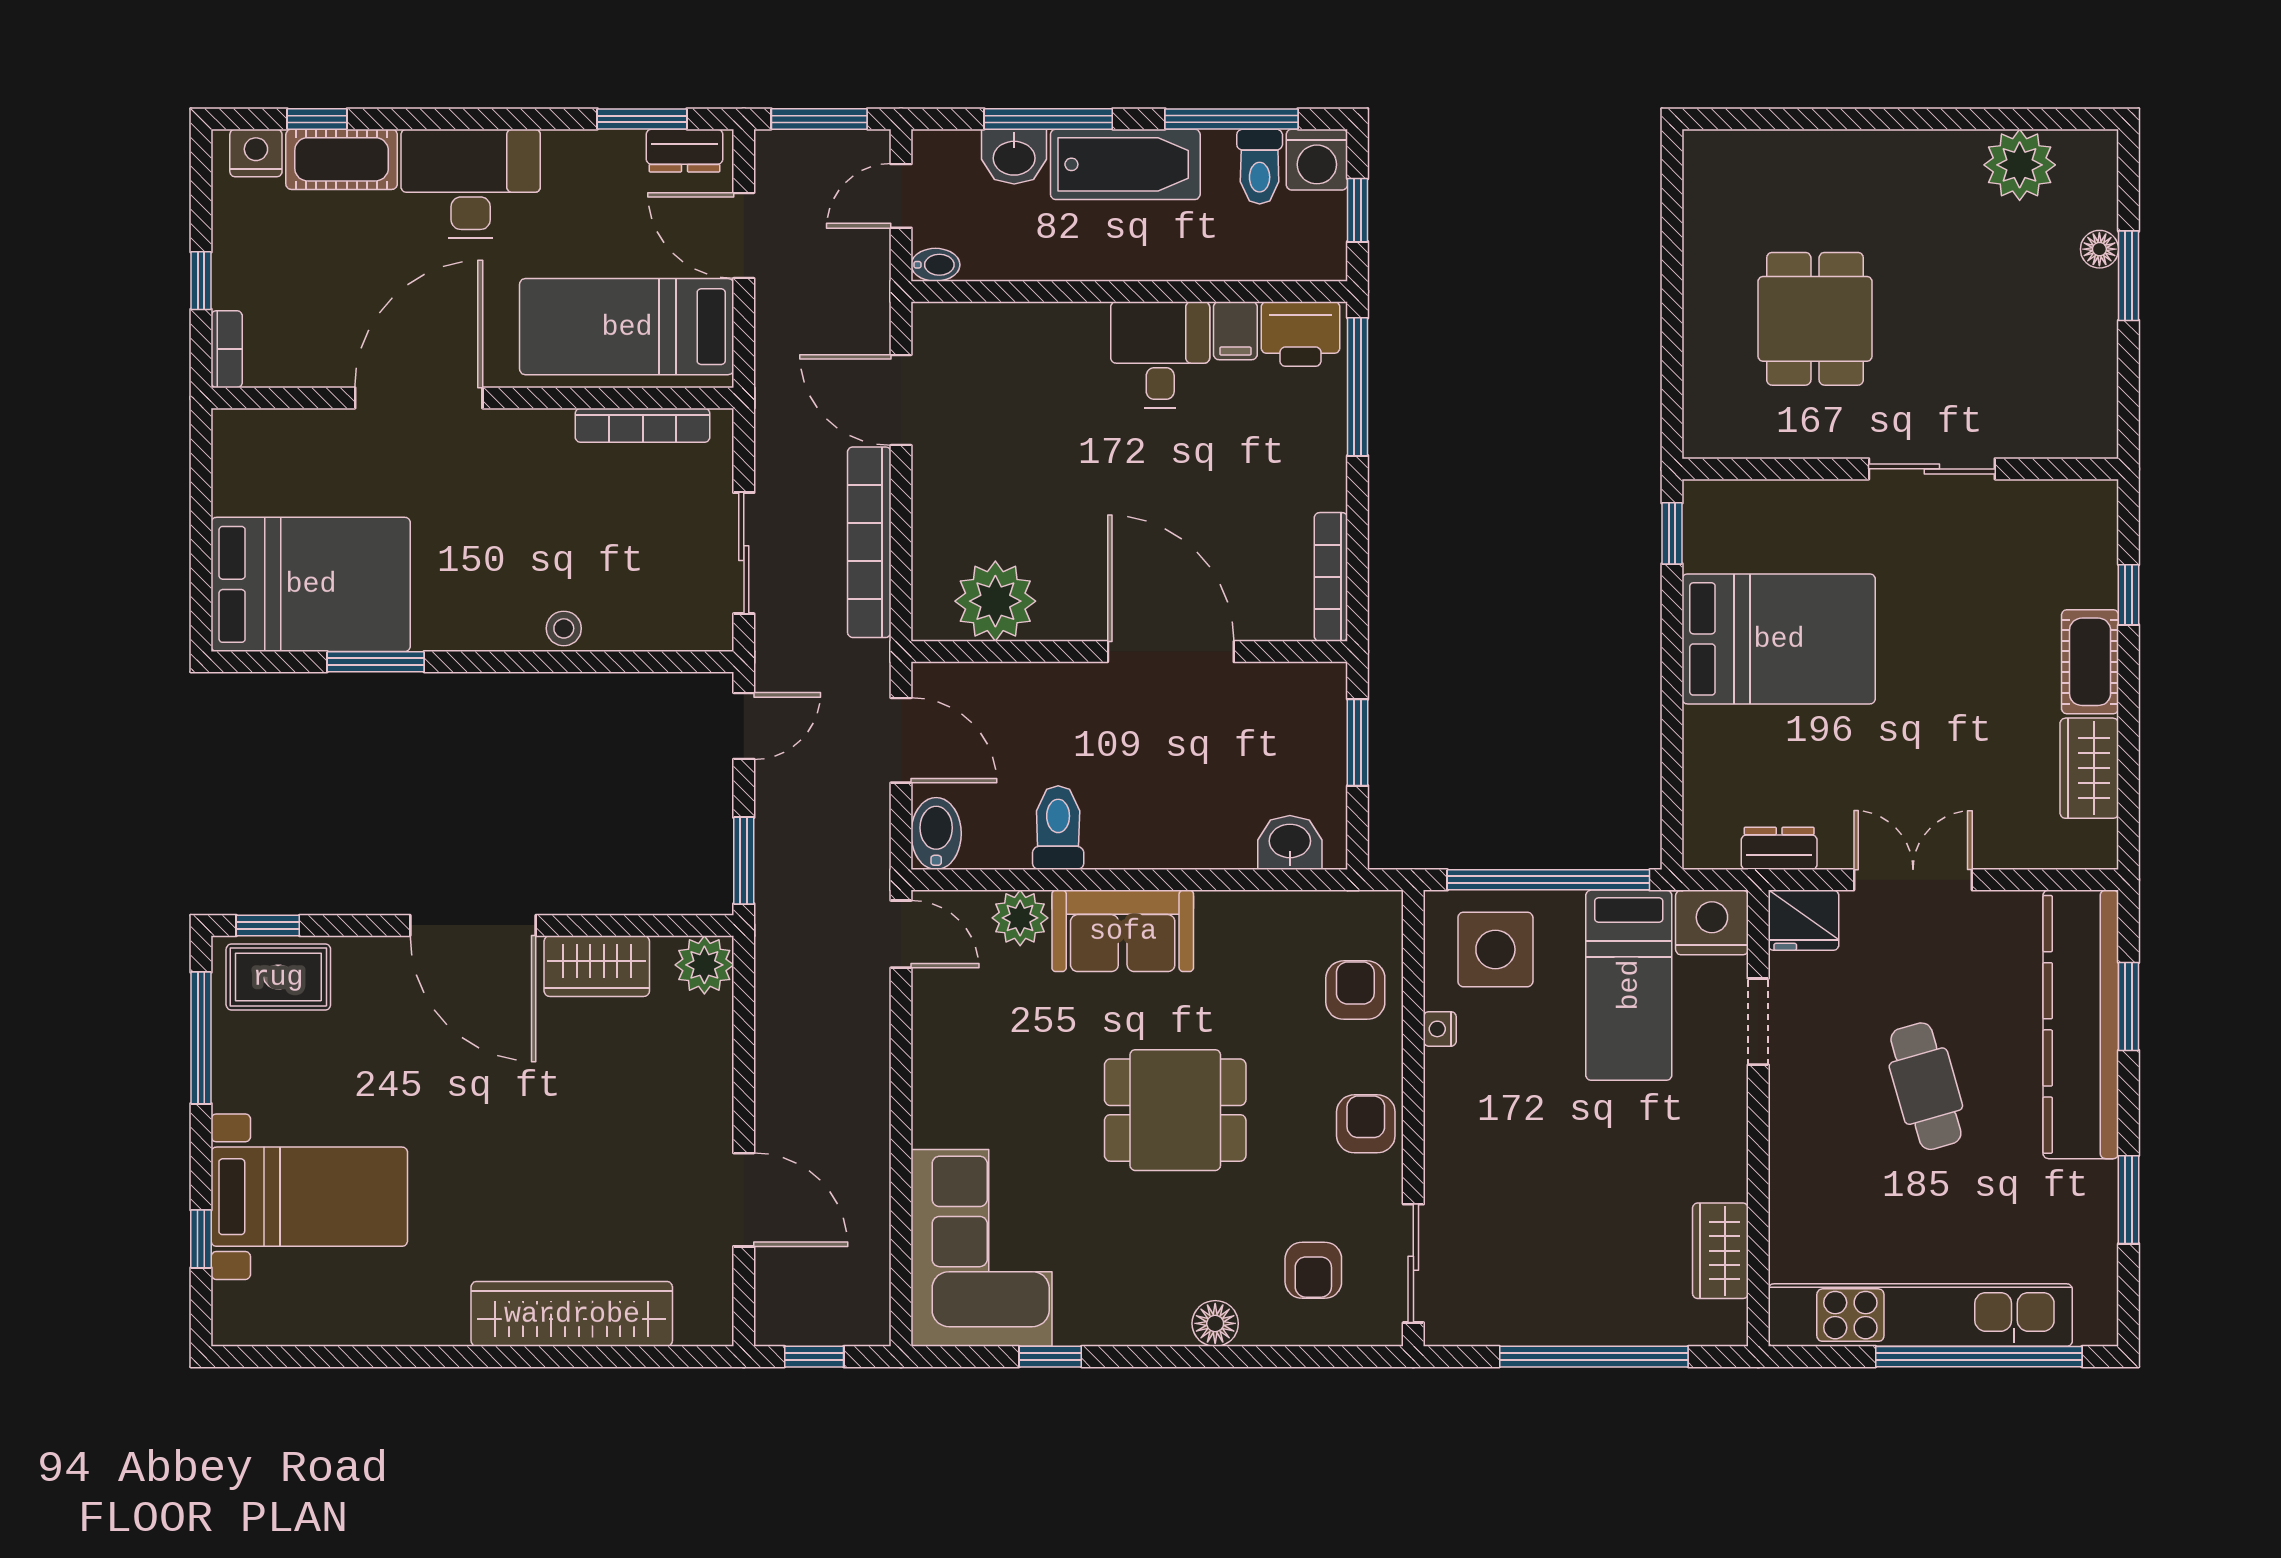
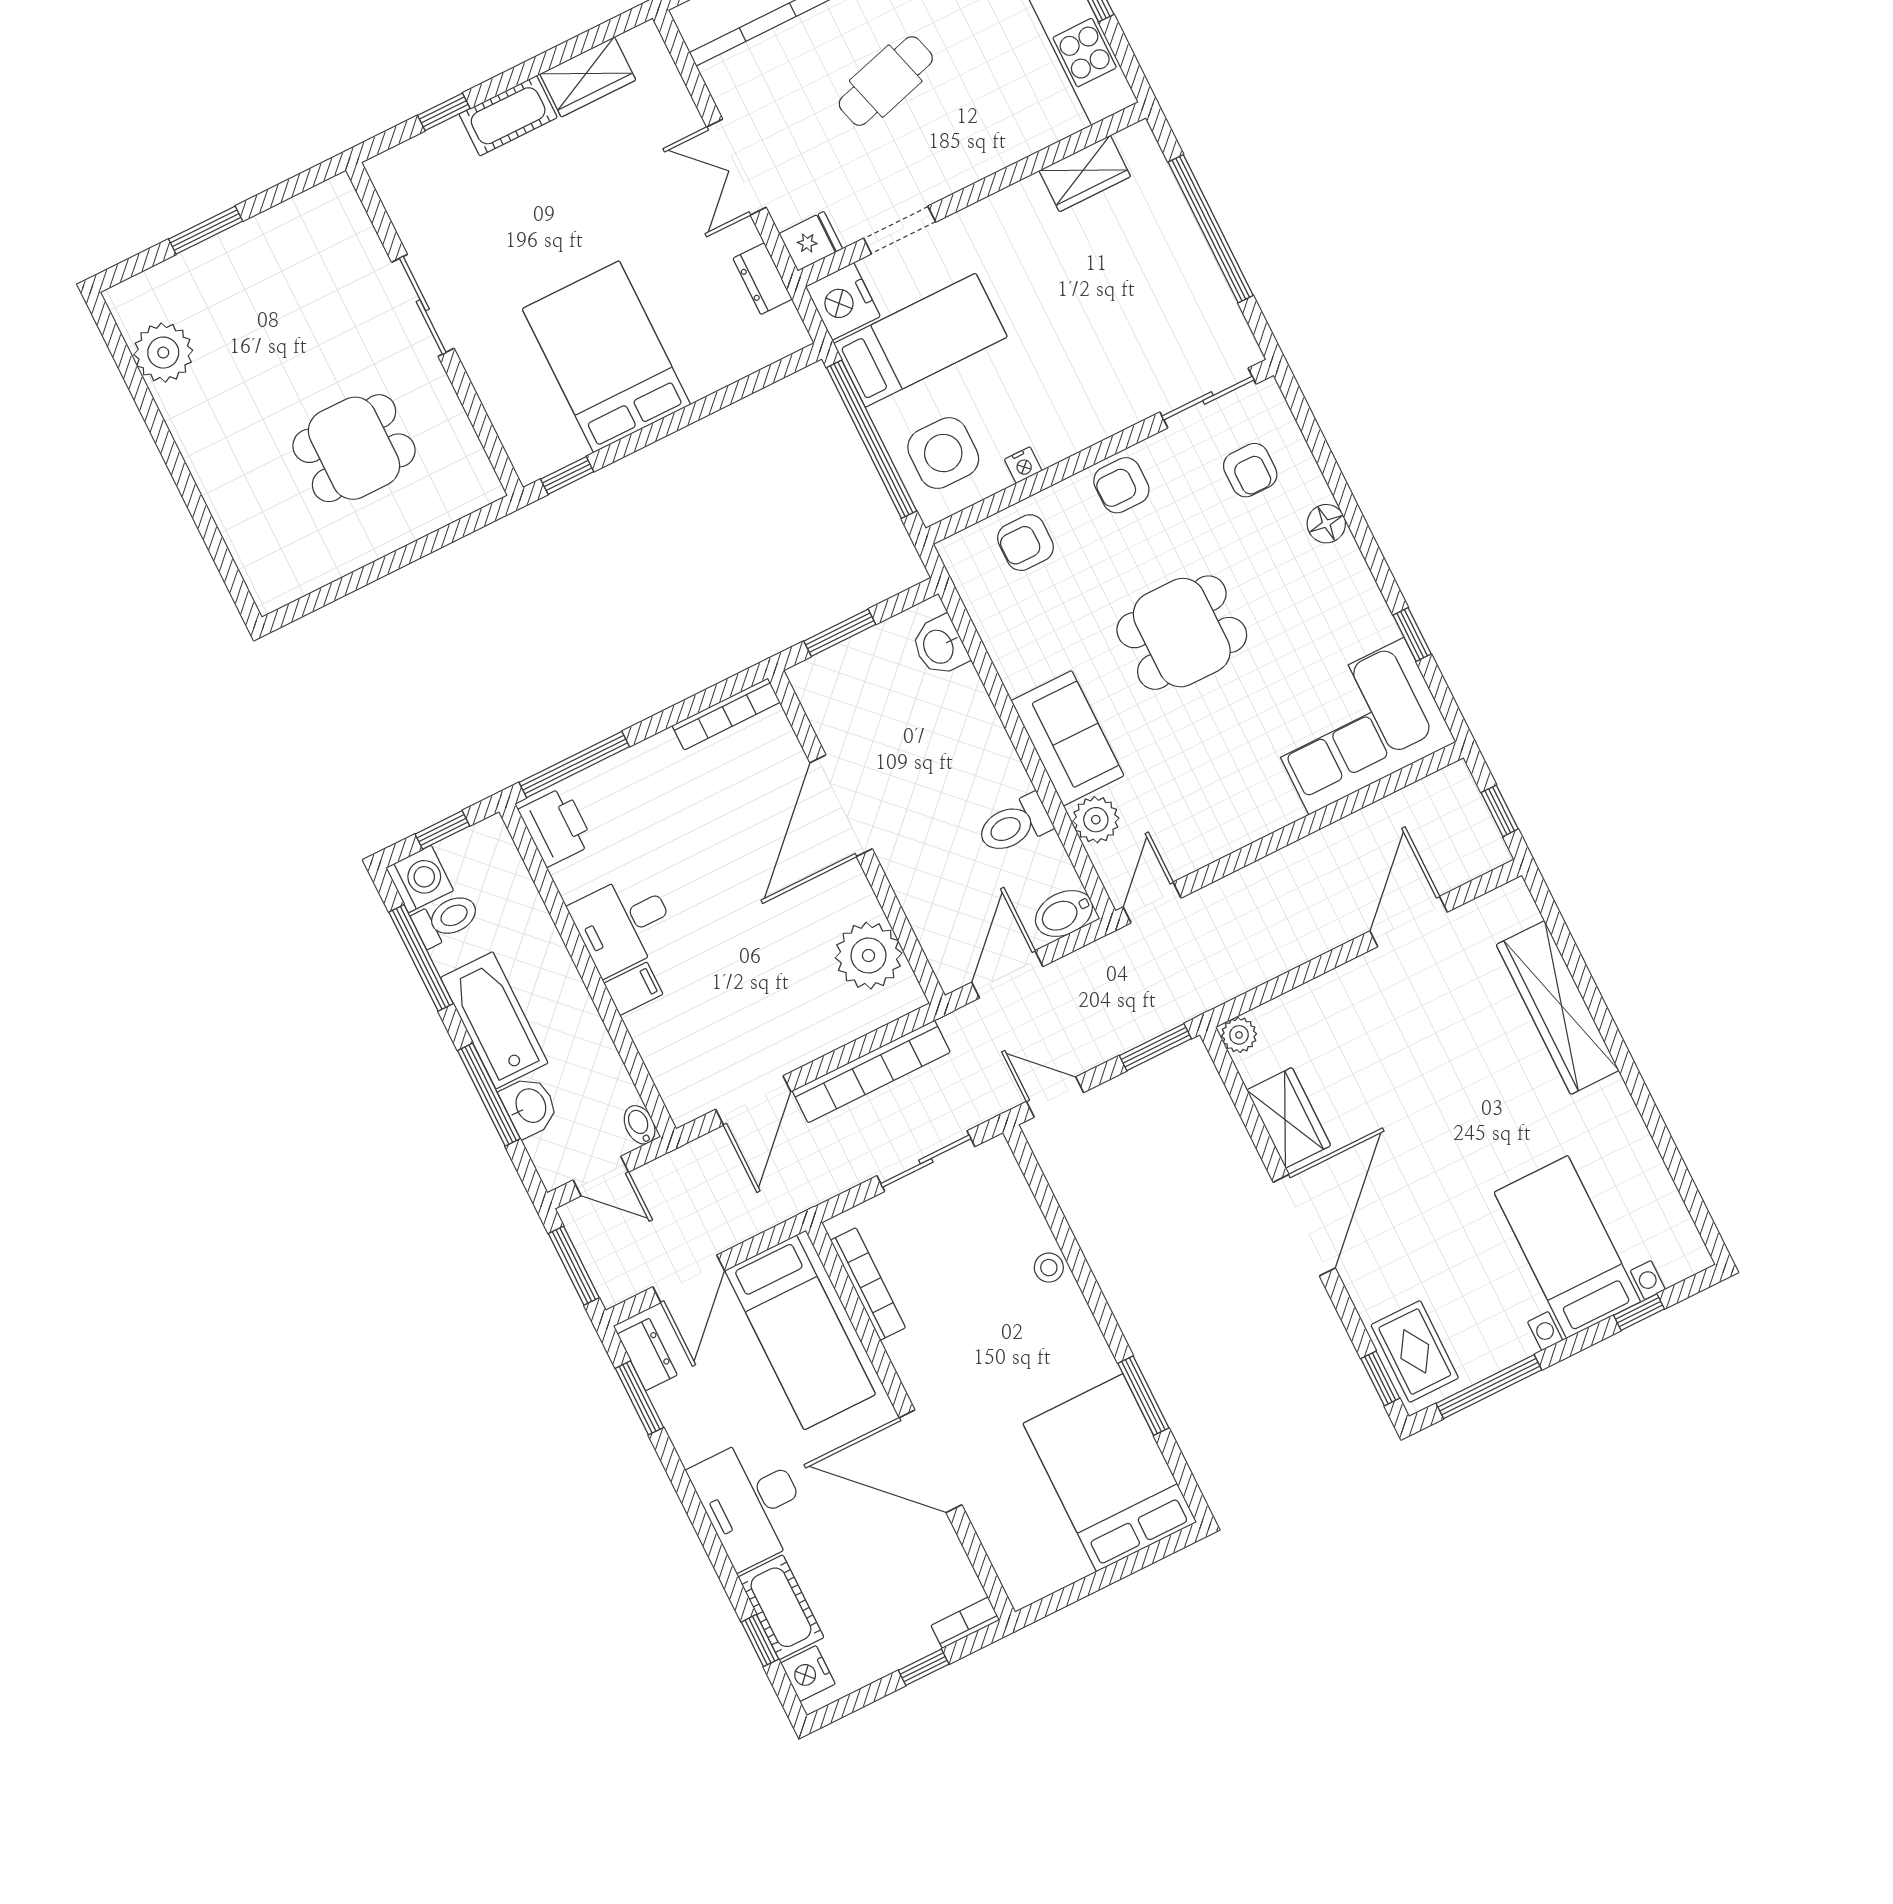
floor lamp: (2099, 249) -> (197, 262), removed
filing cabinet: (1235, 331) -> (633, 989), moved
fridge: (1803, 920) -> (811, 241), width x0.72
plant: (704, 965) -> (1239, 1035), width x0.73, depth x0.73
dining table: (1175, 1110) -> (1182, 633), turned 90
armchair: (1313, 1270) -> (1250, 470), turned 90

